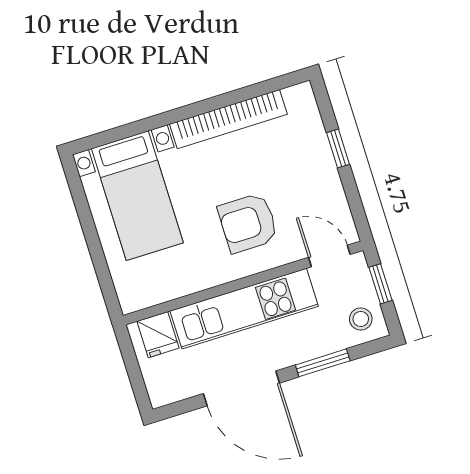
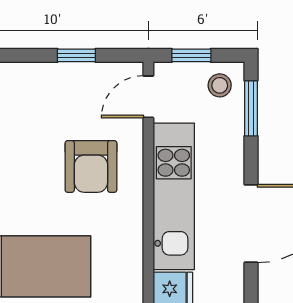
window: (338, 148) -> (76, 55), moved
window: (323, 363) -> (251, 108), moved

